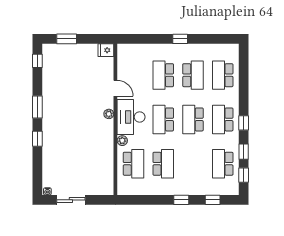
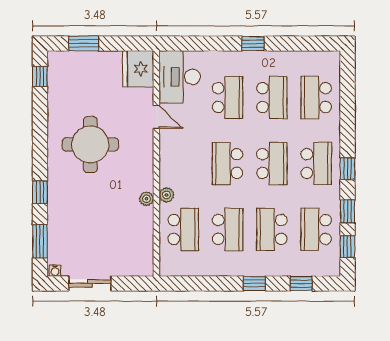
fridge: (106, 50) -> (138, 69), width x1.88, depth x1.34
school desk: (163, 75) -> (228, 98), turned 180
window: (37, 107) -> (40, 241), moved
round table: (71, 107) -> (90, 144), added
plant: (109, 114) -> (146, 199), moved
desk: (131, 117) -> (180, 77), moved
school desk: (193, 119) -> (272, 164), turned 180
school desk: (223, 119) -> (316, 164), turned 180
school desk: (193, 164) -> (272, 229), added

